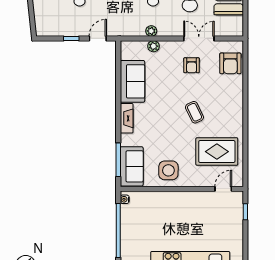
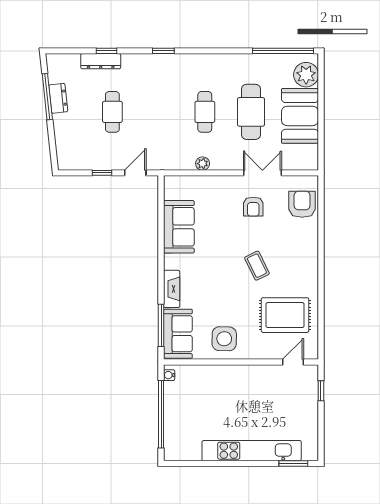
plant: (153, 46) -> (205, 183), removed
armchair: (230, 63) -> (302, 204), turned 180
fireplace: (127, 118) -> (172, 289), moved

